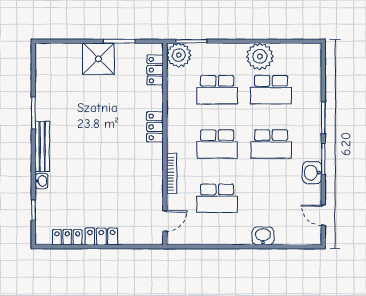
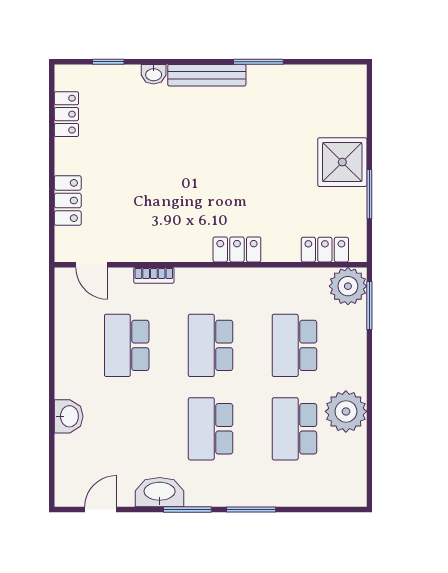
bookcase: (172, 173) -> (154, 275), width x0.64
washbasin: (312, 173) -> (160, 492), width x1.38
locker: (101, 236) -> (68, 200), moved

